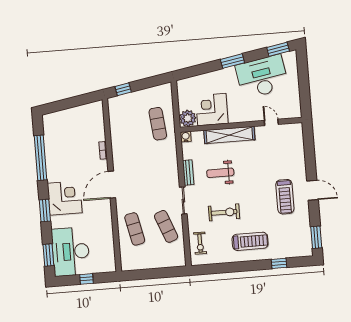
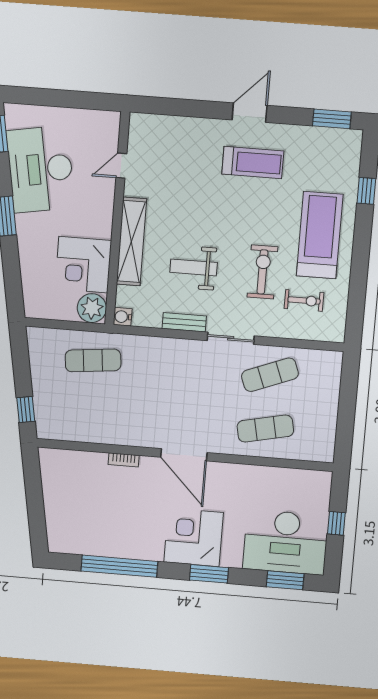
weight bench: (220, 173) -> (194, 267), turned 90
treadmill: (250, 241) -> (320, 235), width x1.37, depth x1.38
exercise bike: (200, 243) -> (304, 300), moved

